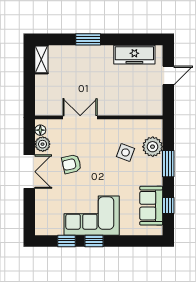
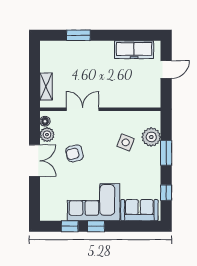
window: (88, 39) -> (78, 35), moved
shelving: (41, 59) -> (46, 87), moved
sofa: (151, 206) -> (139, 210), moved, turned 90

